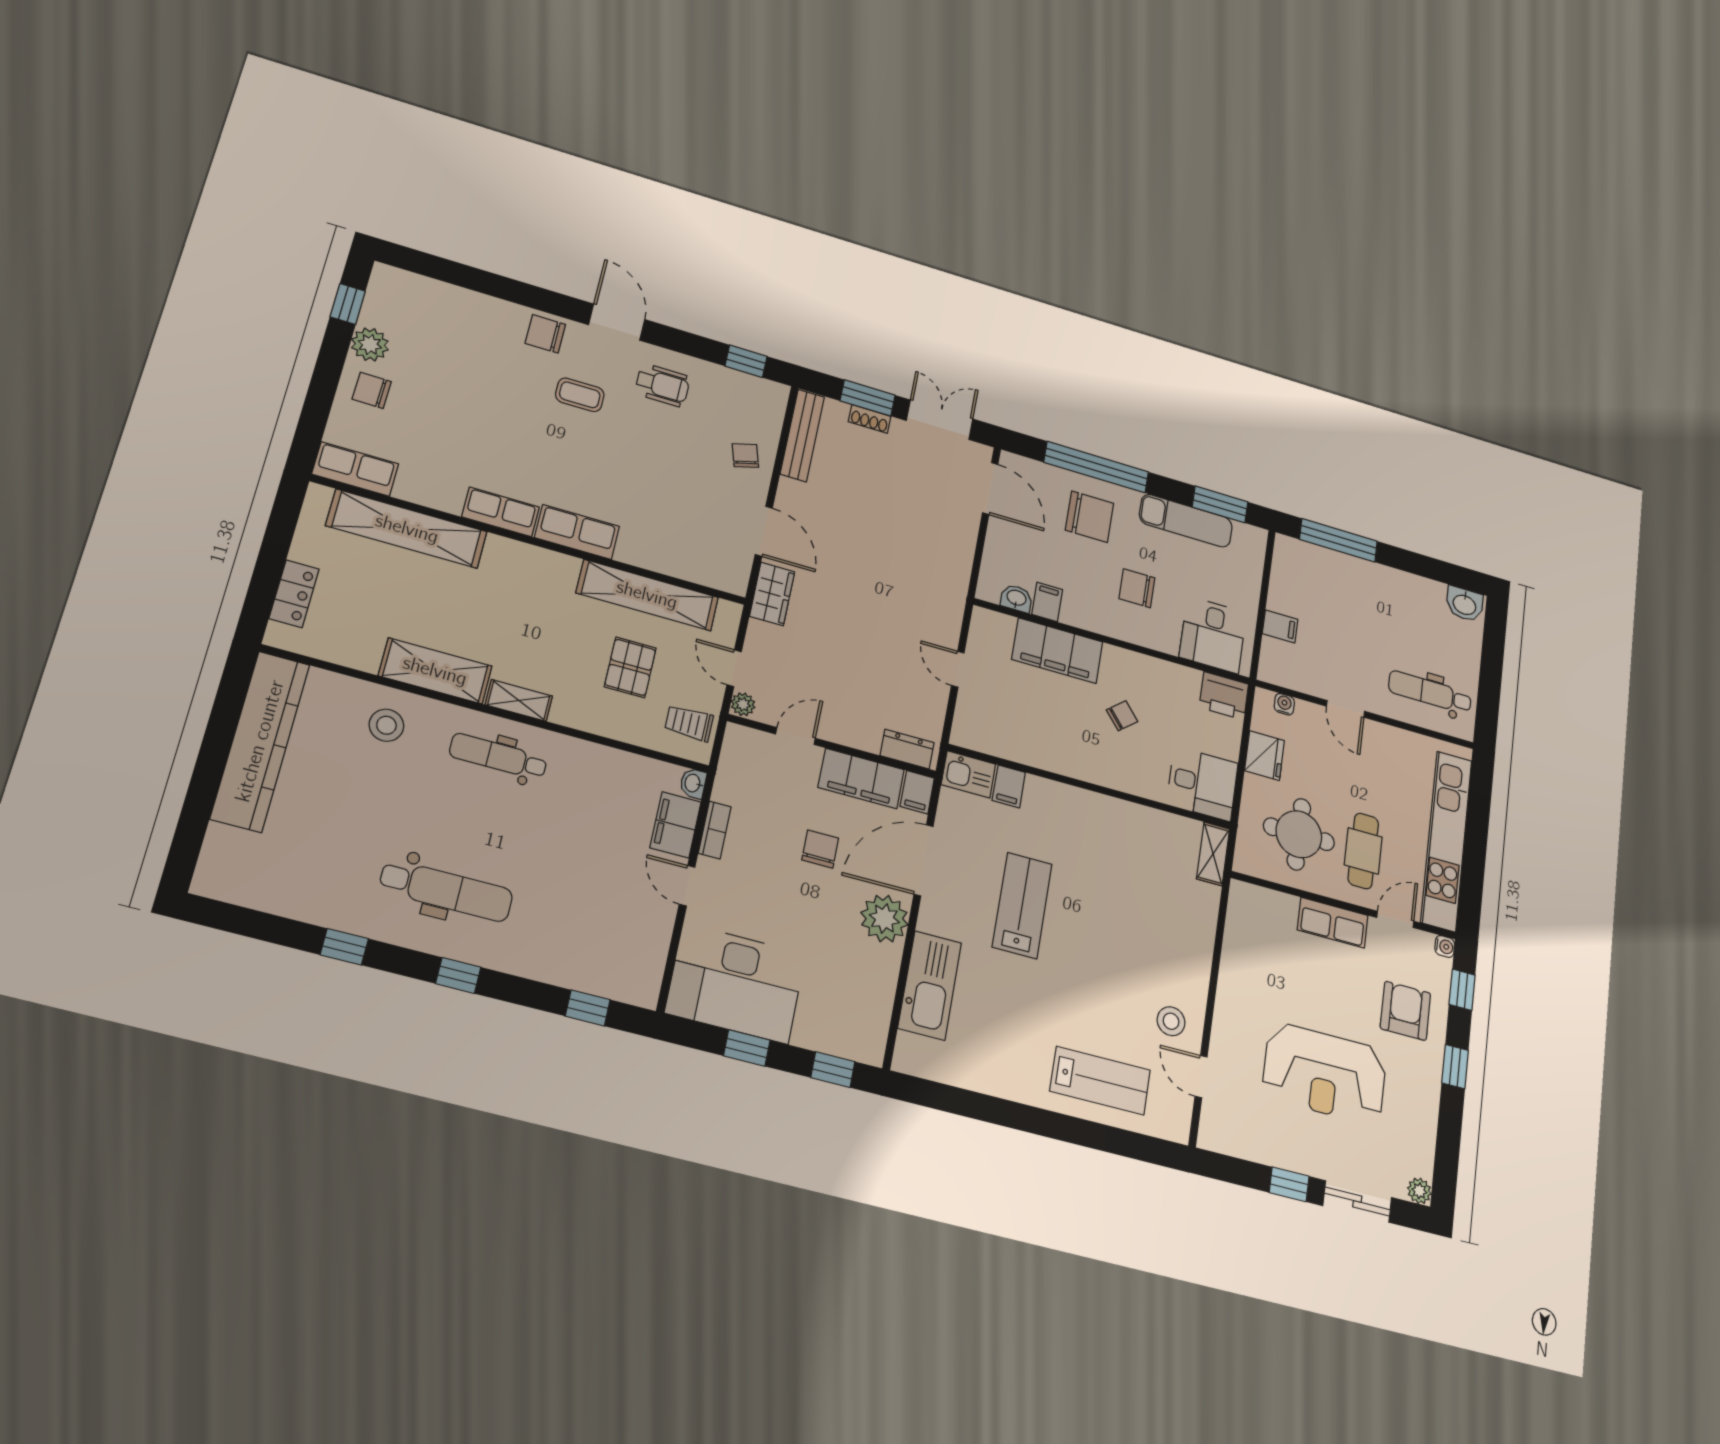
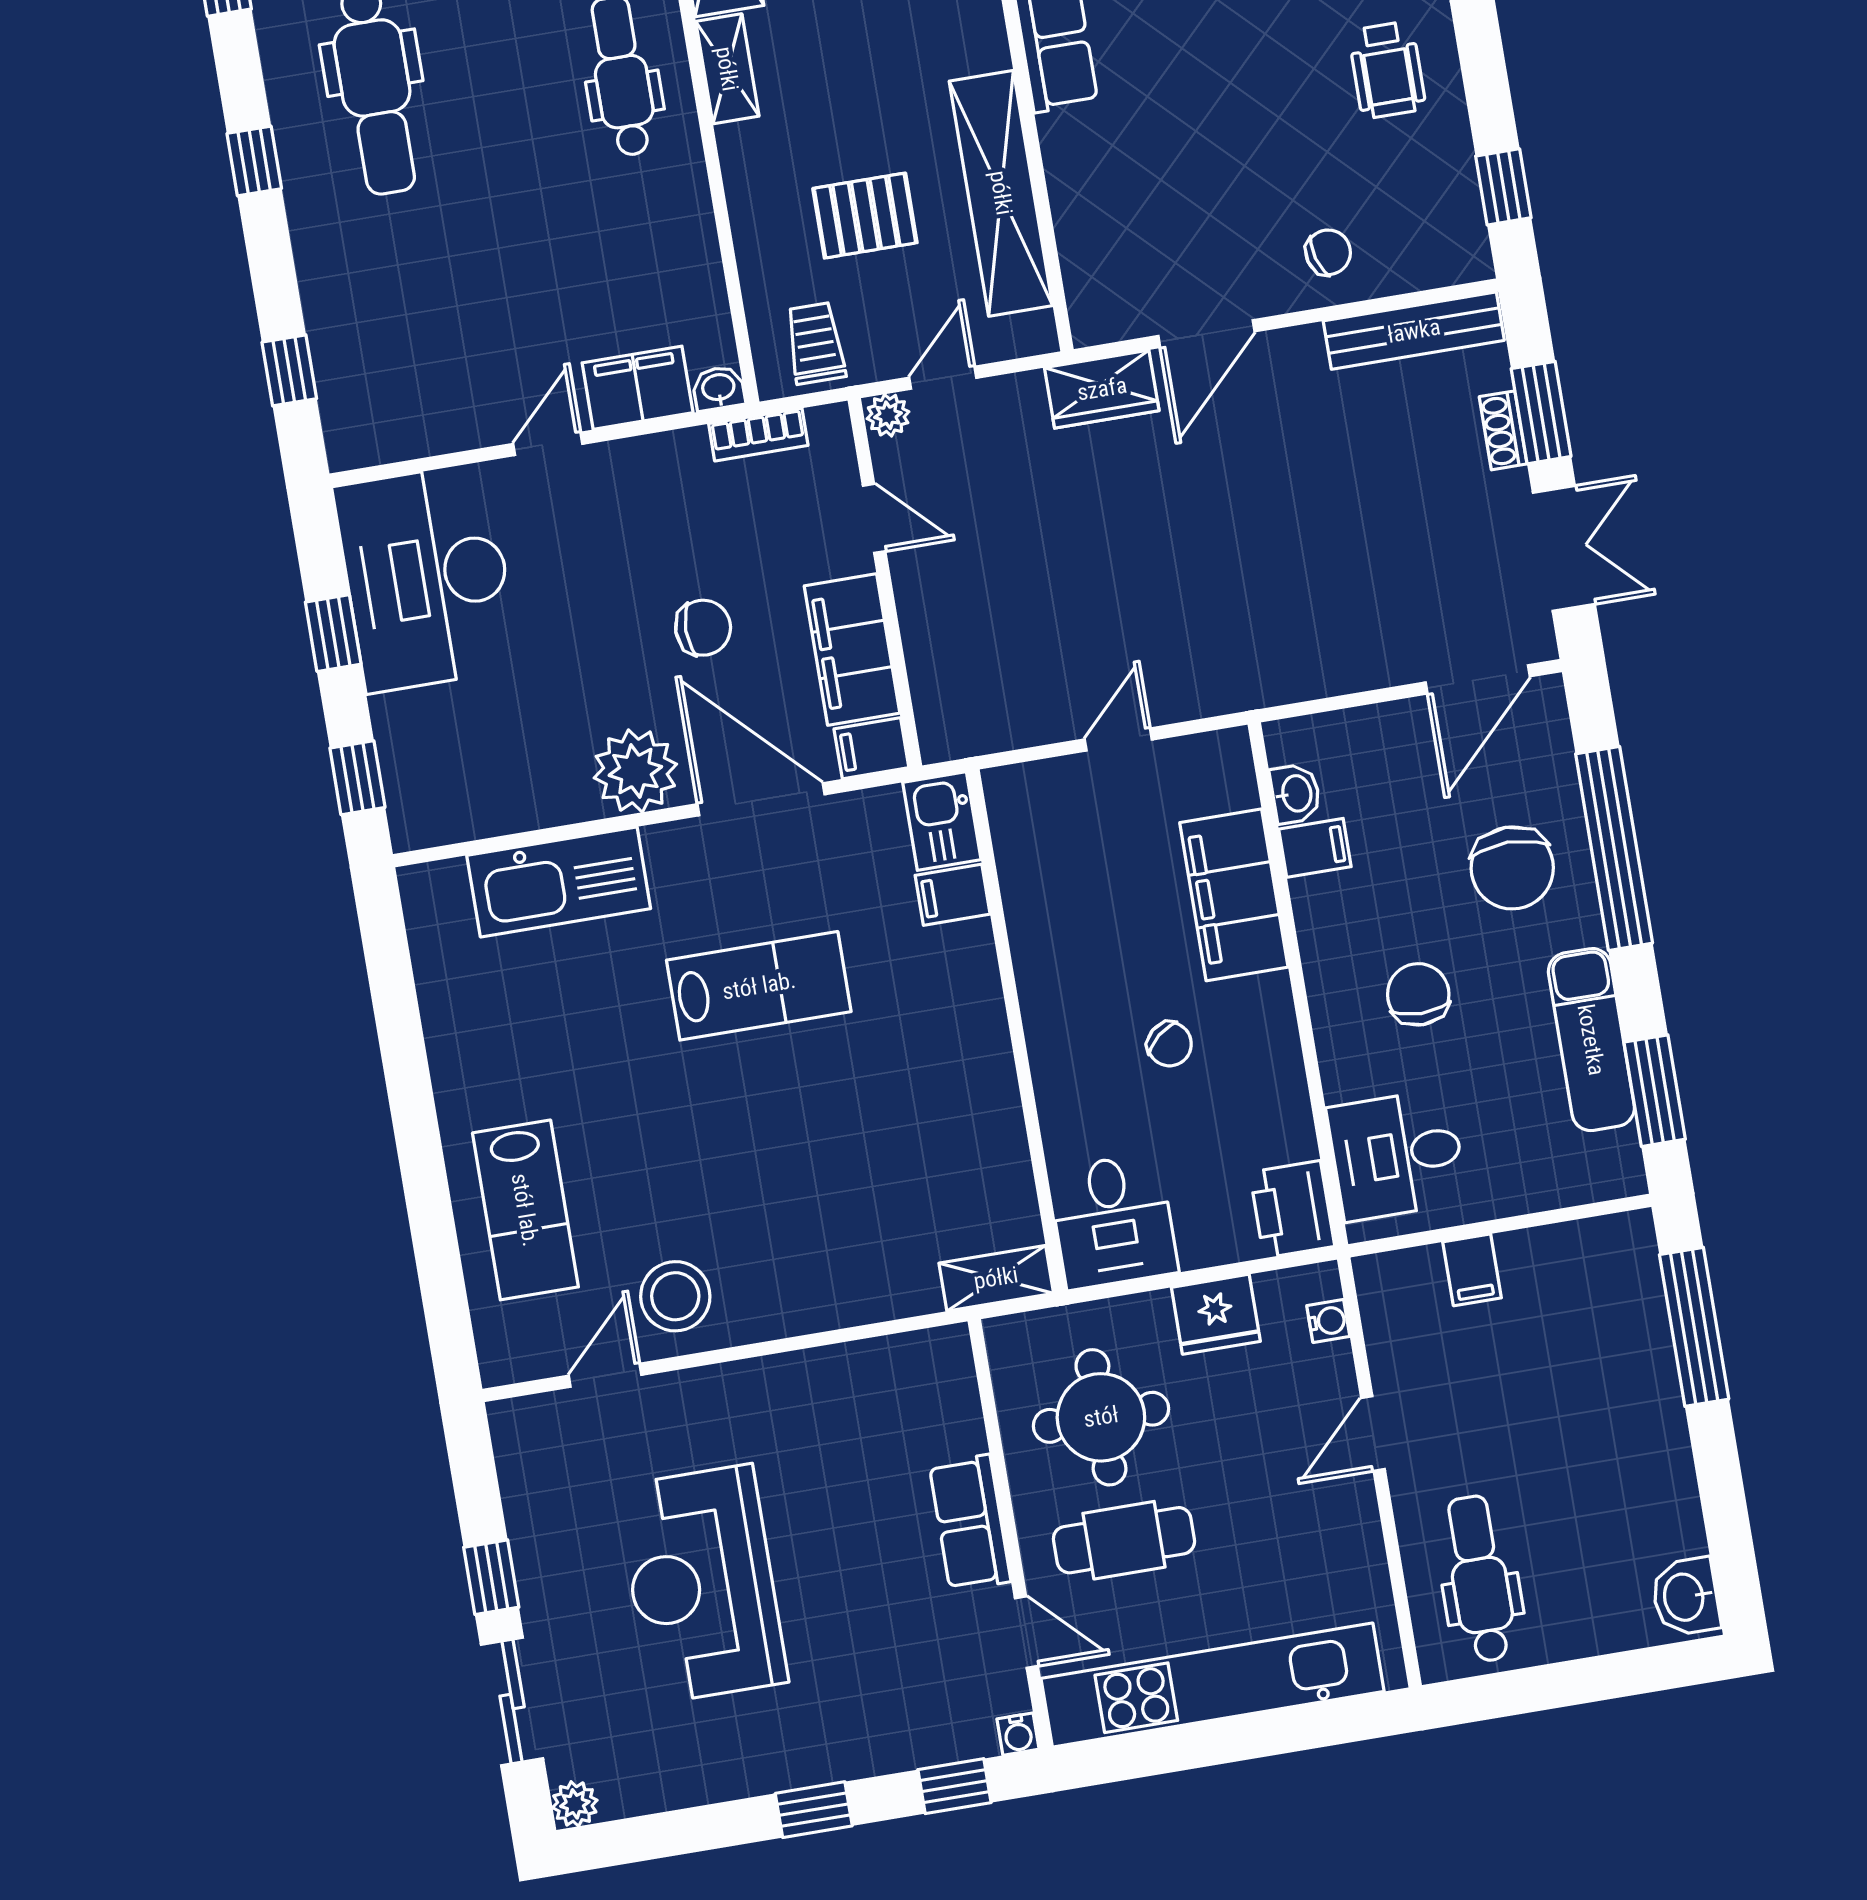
dresser: (907, 749) -> (938, 706), removed
bookcase: (715, 830) -> (758, 435), moved
armchair: (1405, 1011) -> (872, 1695), removed
stool: (1171, 1021) -> (675, 1296), width x1.38, depth x1.38

